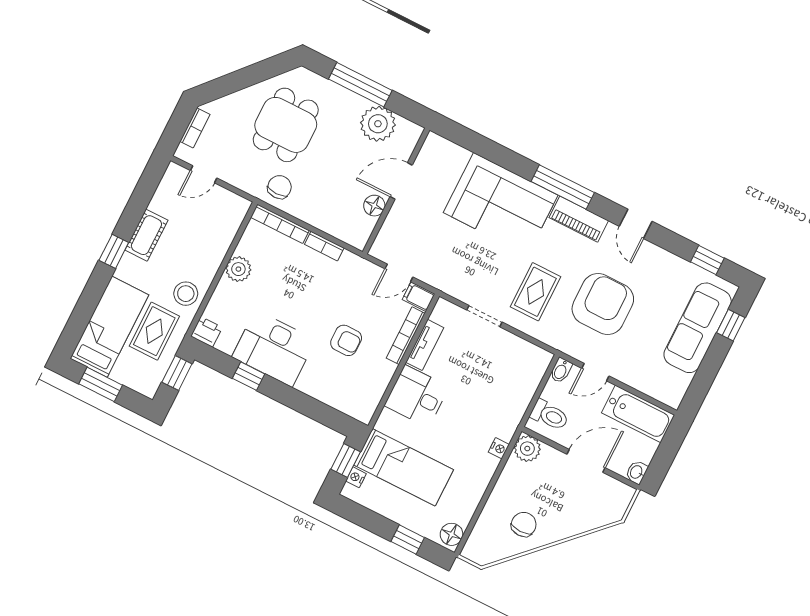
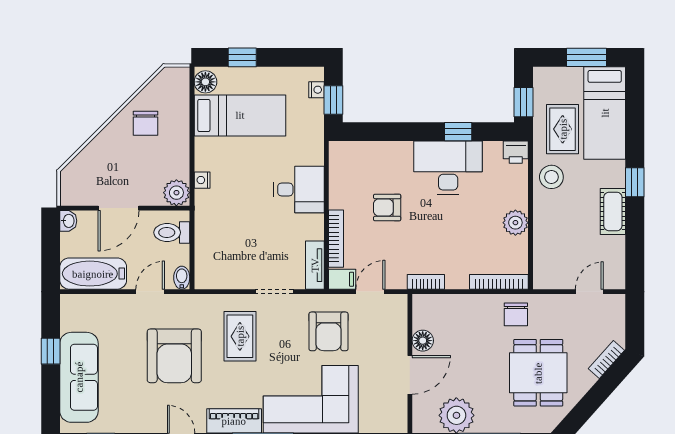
bookcase: (195, 128) -> (606, 360), moved, turned 42
bookcase: (324, 246) -> (426, 282), moved
armchair: (454, 256) -> (328, 331), added
window: (731, 325) -> (51, 351), moved
tv unit: (425, 345) -> (315, 265), moved
bed: (404, 467) -> (240, 115), moved, turned 180

